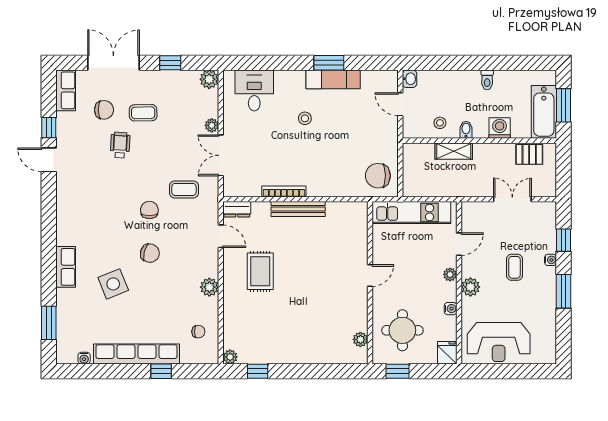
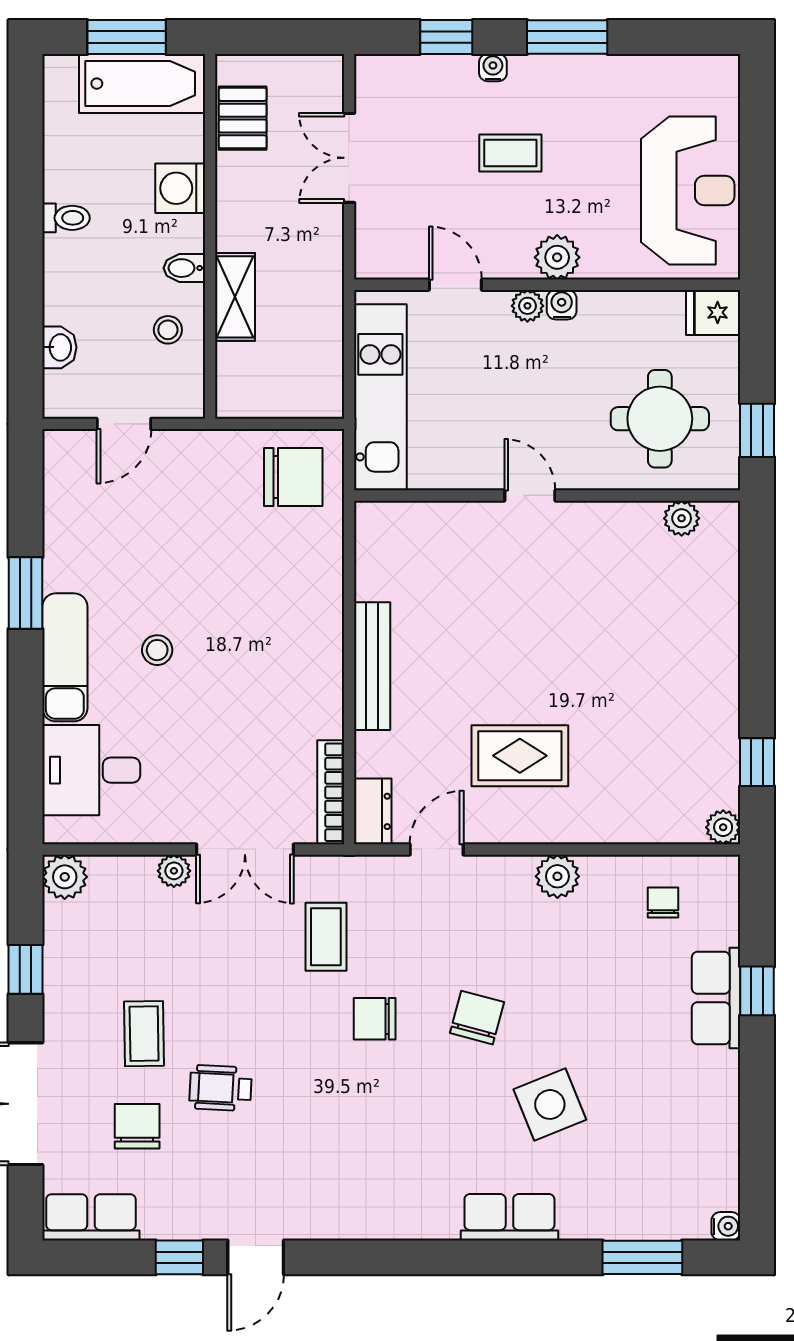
exam couch: (333, 79) -> (65, 657), moved
washbasin: (410, 79) -> (59, 347), moved, turned 90
chair: (378, 176) -> (293, 477), turned -90
bookcase: (284, 192) -> (331, 792), moved
water cooler: (451, 309) -> (562, 305), moved
row of seats: (136, 354) -> (716, 998), width x0.50
water cooler: (84, 358) -> (726, 1226), moved

